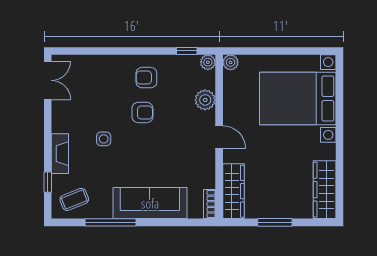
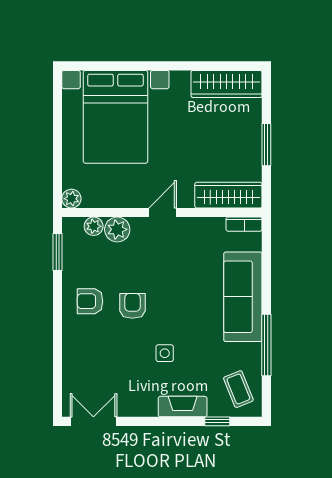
window: (187, 51) -> (58, 252), width x1.50
plant: (208, 62) -> (94, 226), moved
armchair: (146, 78) -> (90, 301), turned 90

